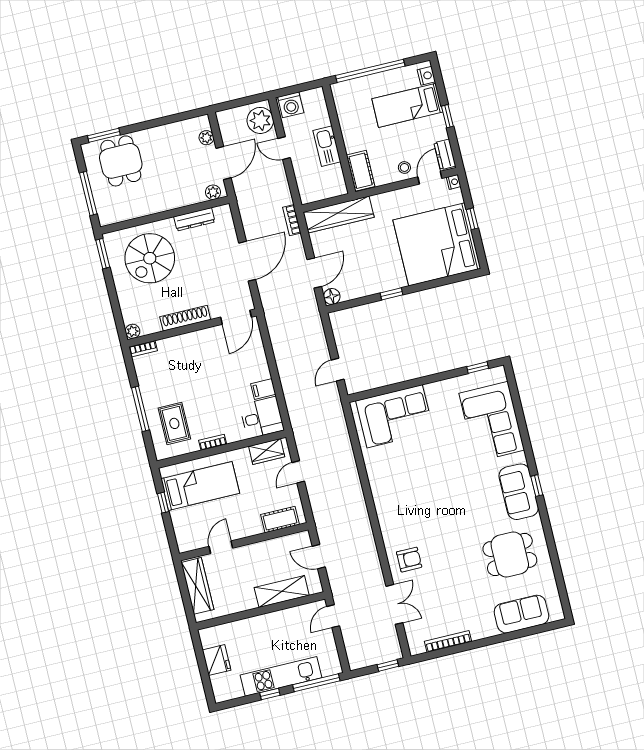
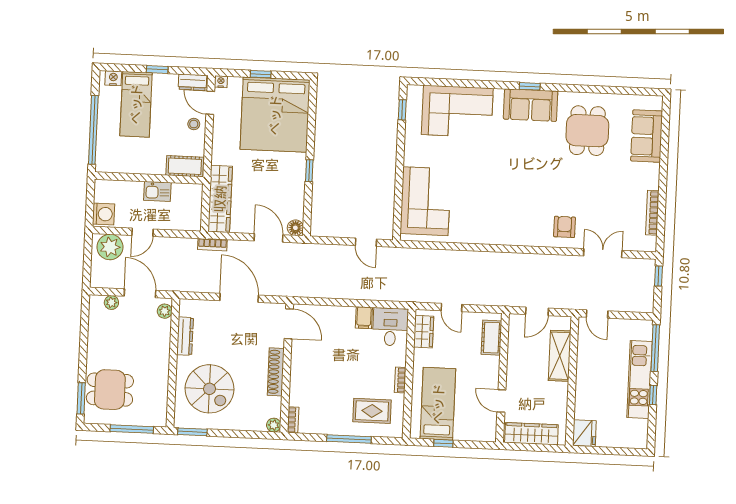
kitchen sink: (327, 146) -> (157, 191), width x0.73
fridge: (216, 660) -> (584, 433), moved, turned 90

